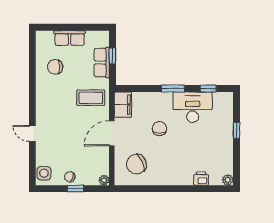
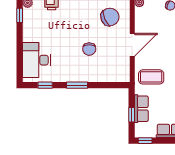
window: (97, 27) -> (145, 141), added
filing cabinet: (123, 105) -> (122, 71), removed
desk: (193, 107) -> (36, 60), moved, turned 90
window: (236, 130) -> (20, 15), moved

